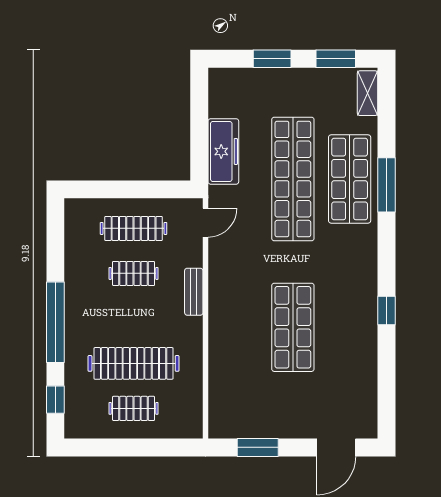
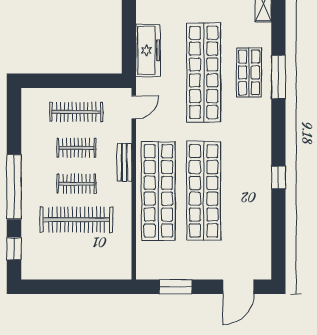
shop shelf: (350, 179) -> (249, 72), width x0.70, depth x0.74
shop shelf: (236, 327) -> (158, 191), added
shop shelf: (293, 327) -> (204, 191), width x1.40
clothes rail: (134, 408) -> (76, 184), moved

